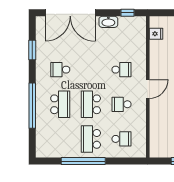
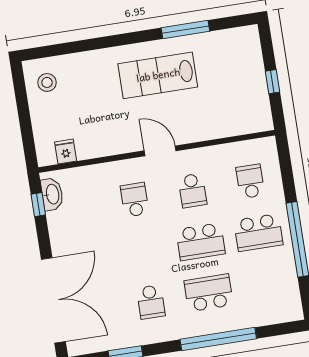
washbasin: (108, 22) -> (52, 194), moved

